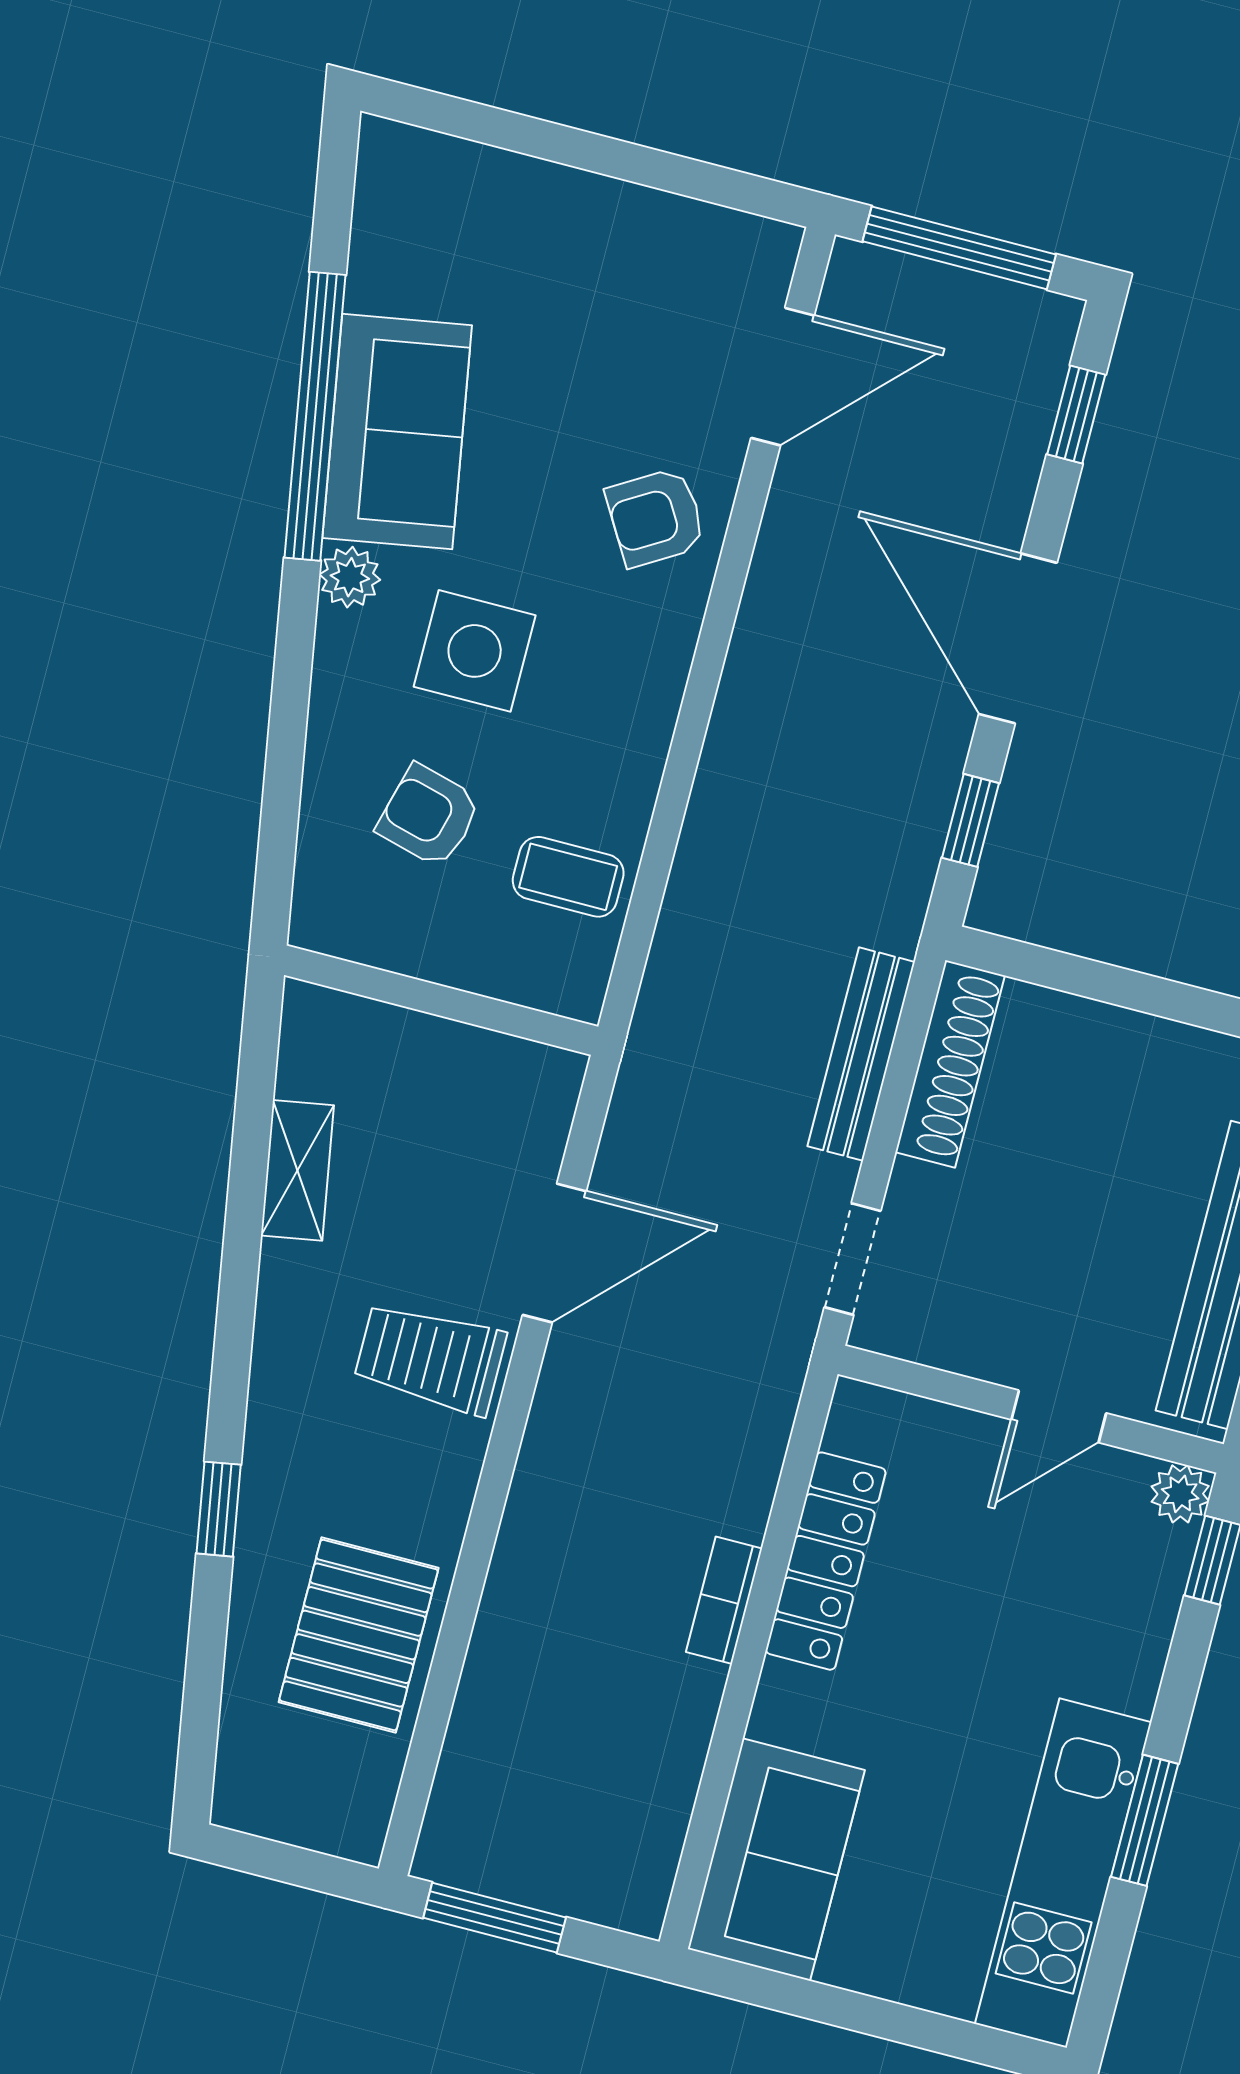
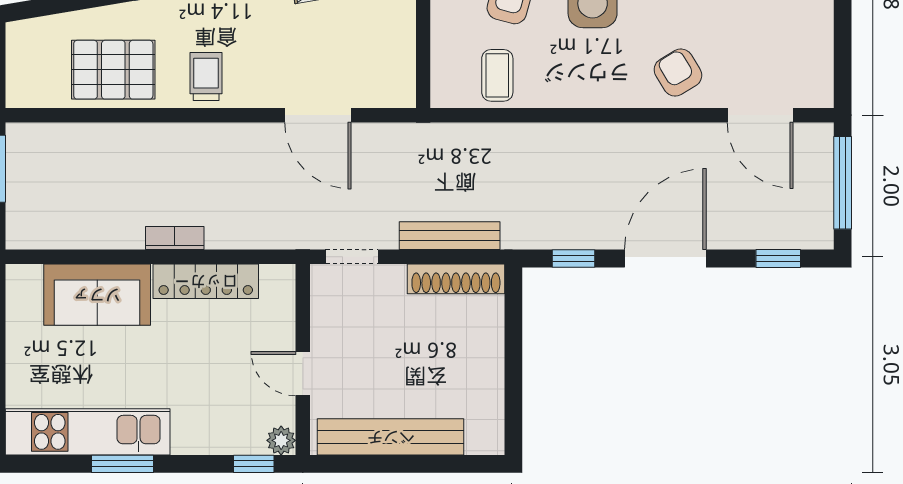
trolley: (430, 1358) -> (206, 76), moved, width x0.73, depth x0.72
sofa: (776, 1860) -> (97, 295), moved

